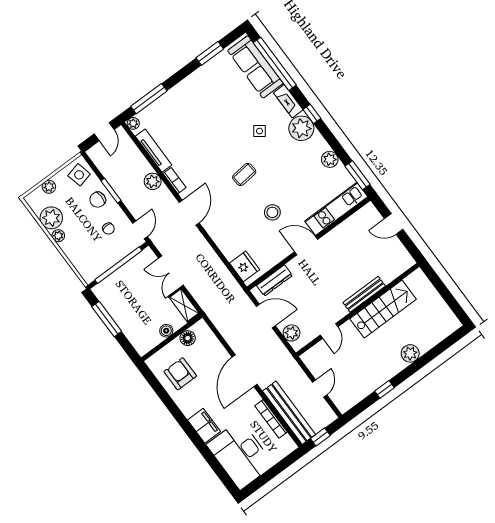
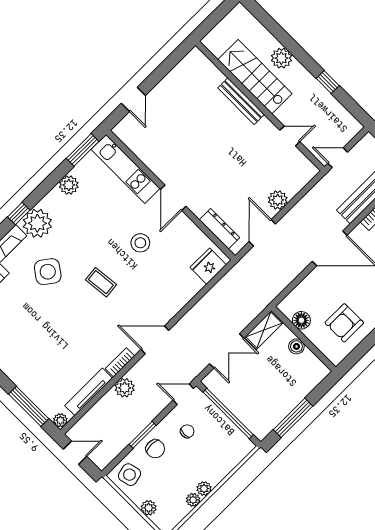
side table: (260, 131) -> (48, 272), width x1.87, depth x1.87
plant: (51, 218) -> (193, 500), width x0.53, depth x0.53
bench: (364, 294) -> (241, 101), moved
stairs: (383, 309) -> (255, 77), moved
wall: (358, 310) -> (260, 106), moved
door: (329, 331) -> (290, 136), moved

